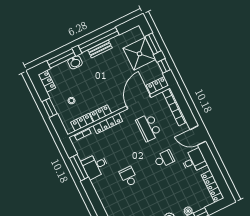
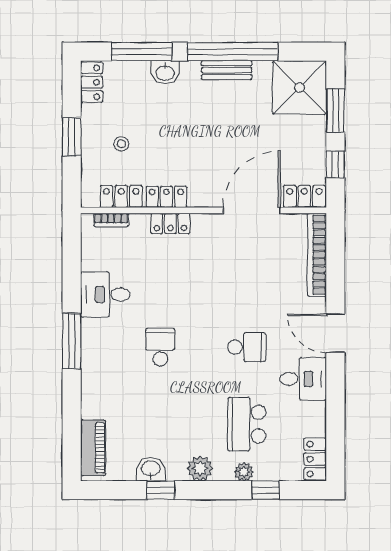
shower: (140, 54) -> (299, 87), moved
locker: (108, 123) -> (170, 223), width x0.66
school desk: (149, 127) -> (247, 424), moved
window: (79, 168) -> (72, 341), moved
locker: (213, 186) -> (315, 459), width x0.66

